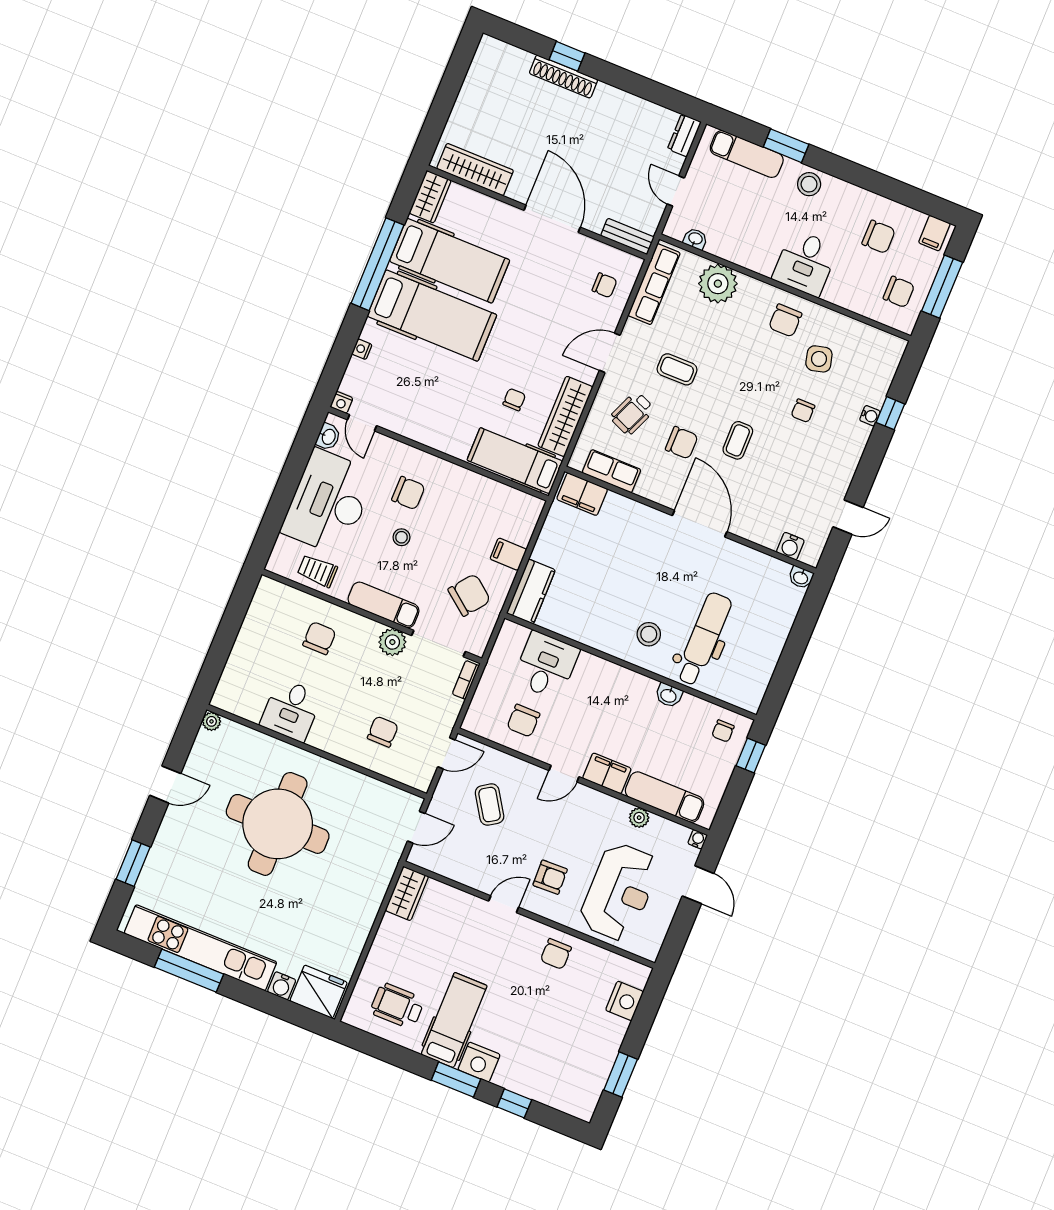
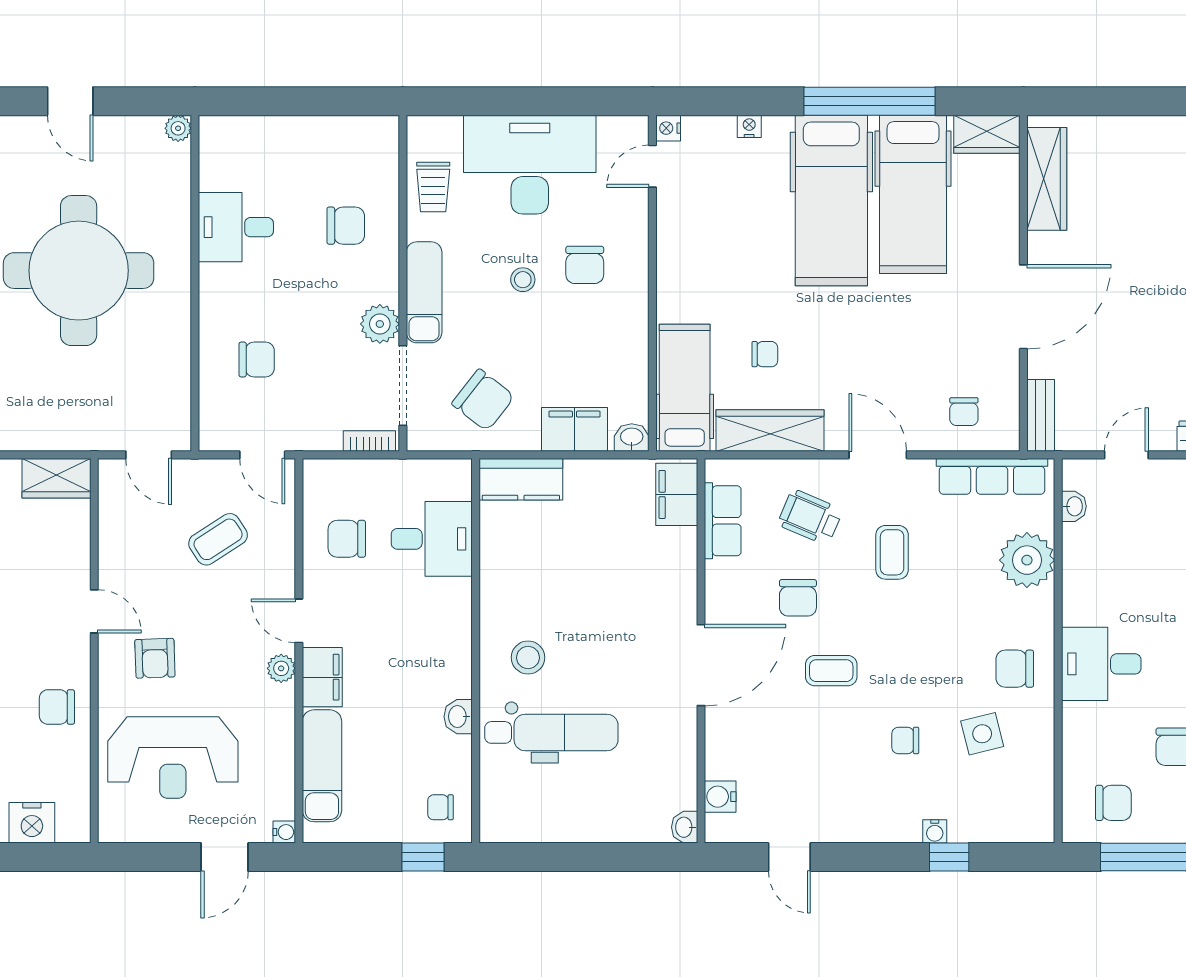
chair: (899, 292) -> (1113, 803), turned -90
washbasin: (328, 437) -> (632, 437), moved, turned 180
filing cabinet: (508, 554) -> (574, 429), width x2.00
trolley: (317, 571) -> (433, 187), turned 180
plant: (639, 818) -> (281, 668), moved

